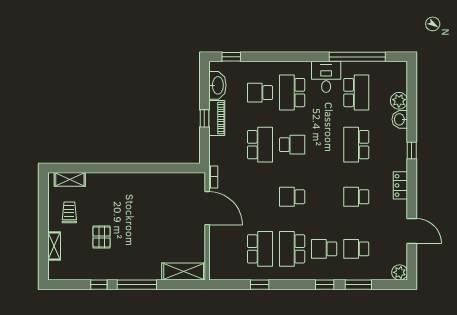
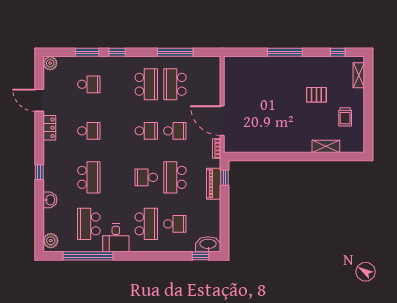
washbasin: (217, 85) -> (208, 244), moved, turned 90
plant: (399, 101) -> (51, 241), moved
window: (204, 118) -> (224, 178), moved
piano: (217, 118) -> (214, 184), moved
shelving: (70, 179) -> (326, 146), moved
locker: (400, 185) -> (49, 128), moved
pallet: (102, 237) -> (316, 95), turned 90
shelving: (54, 246) -> (359, 75), moved
school desk: (324, 249) -> (175, 131), moved
shelving: (184, 272) -> (243, 64), removed
window: (99, 285) -> (338, 52), moved
window: (260, 285) -> (175, 52), width x2.17

